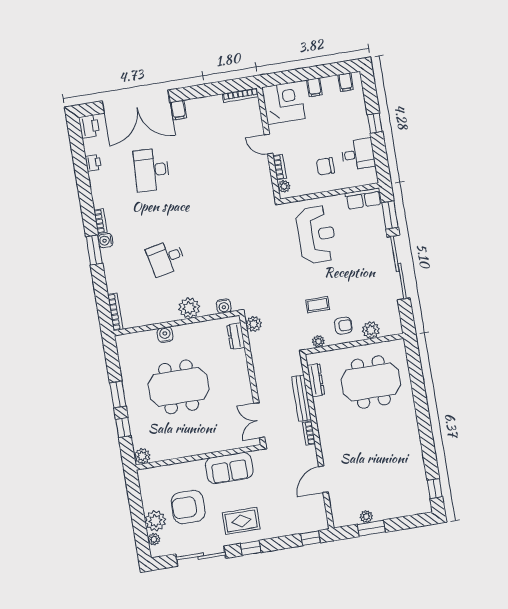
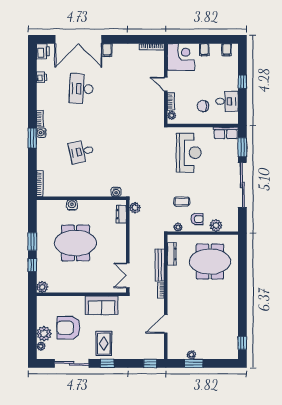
plant: (189, 308) -> (92, 189), removed
rug: (241, 521) -> (104, 343), turned 90

